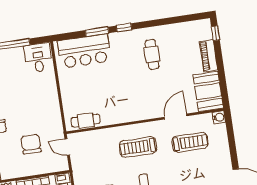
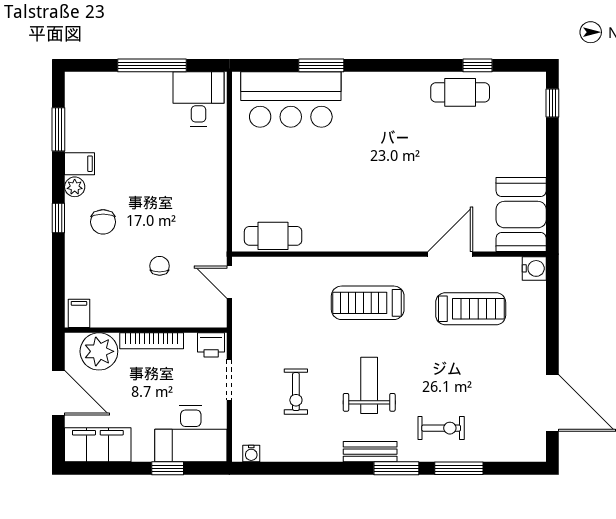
window: (124, 28) -> (477, 65), moved
cafe table: (152, 54) -> (460, 92), moved, turned 90
piano: (209, 56) -> (532, 145), removed
chair: (31, 144) -> (160, 266), width x0.54, depth x0.54

